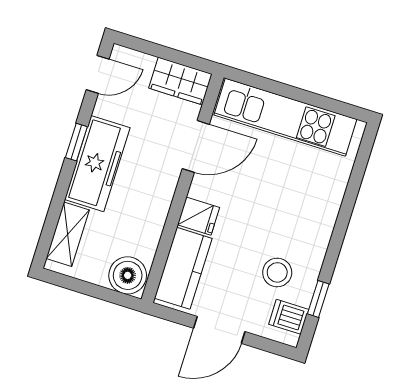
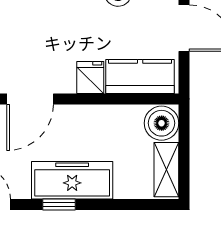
door: (196, 146) -> (30, 99), swing flipped
shelving: (68, 234) -> (166, 170), moved, turned 90

